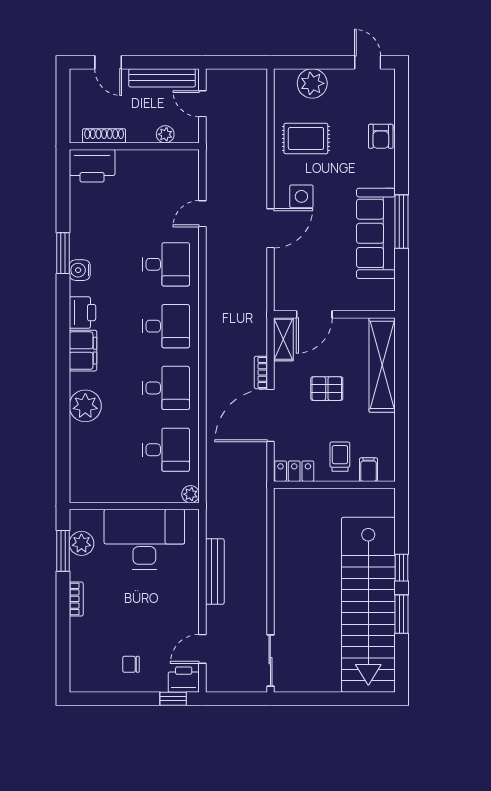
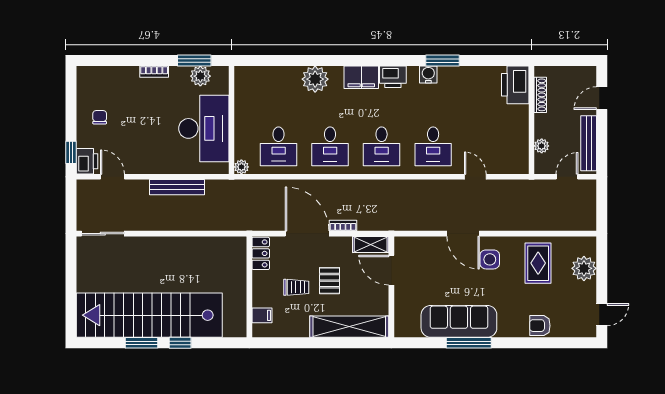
trolley: (340, 457) -> (296, 287), moved

